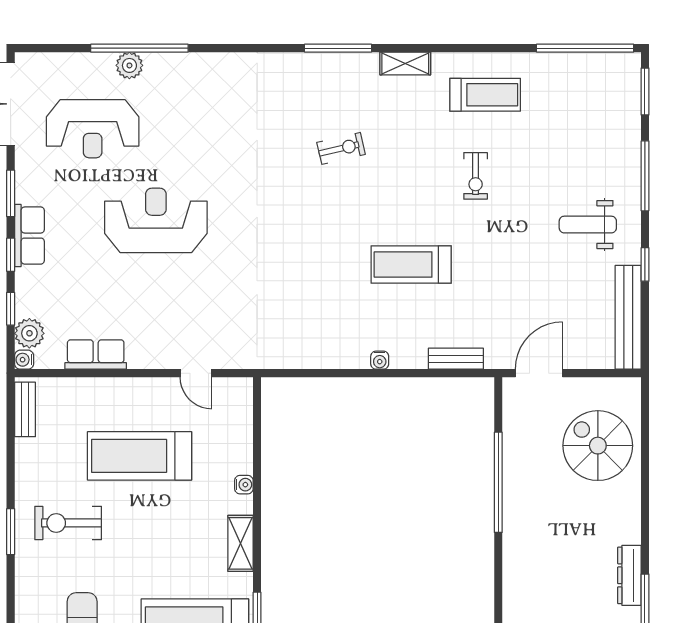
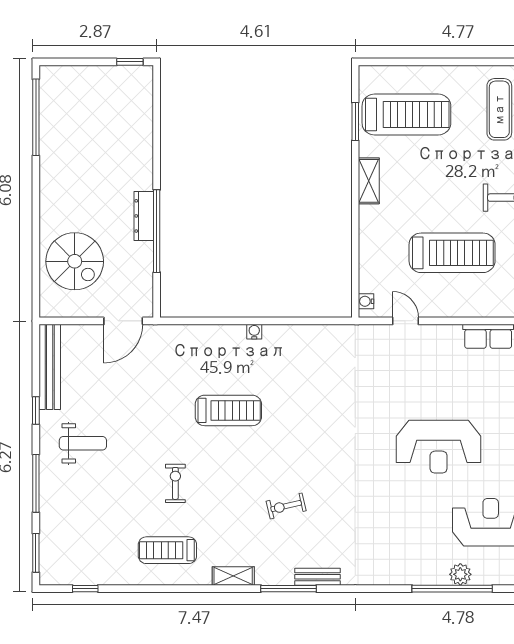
window: (585, 48) -> (85, 589), width x0.32
bench: (456, 359) -> (317, 577), moved
water cooler: (244, 485) -> (366, 301), moved
dresser: (629, 575) -> (144, 216), moved, turned 180

